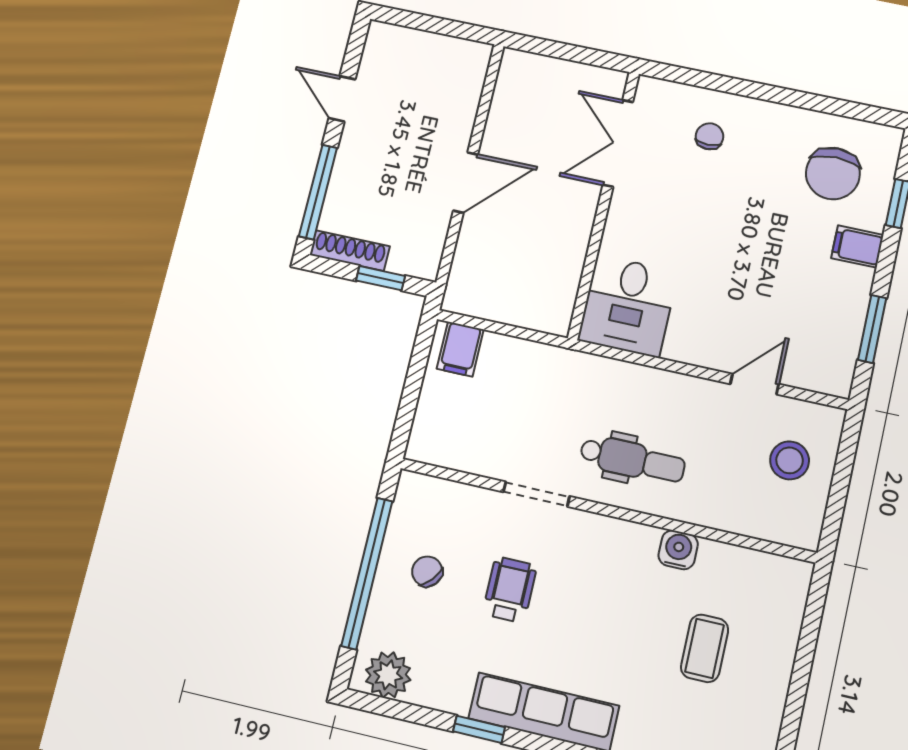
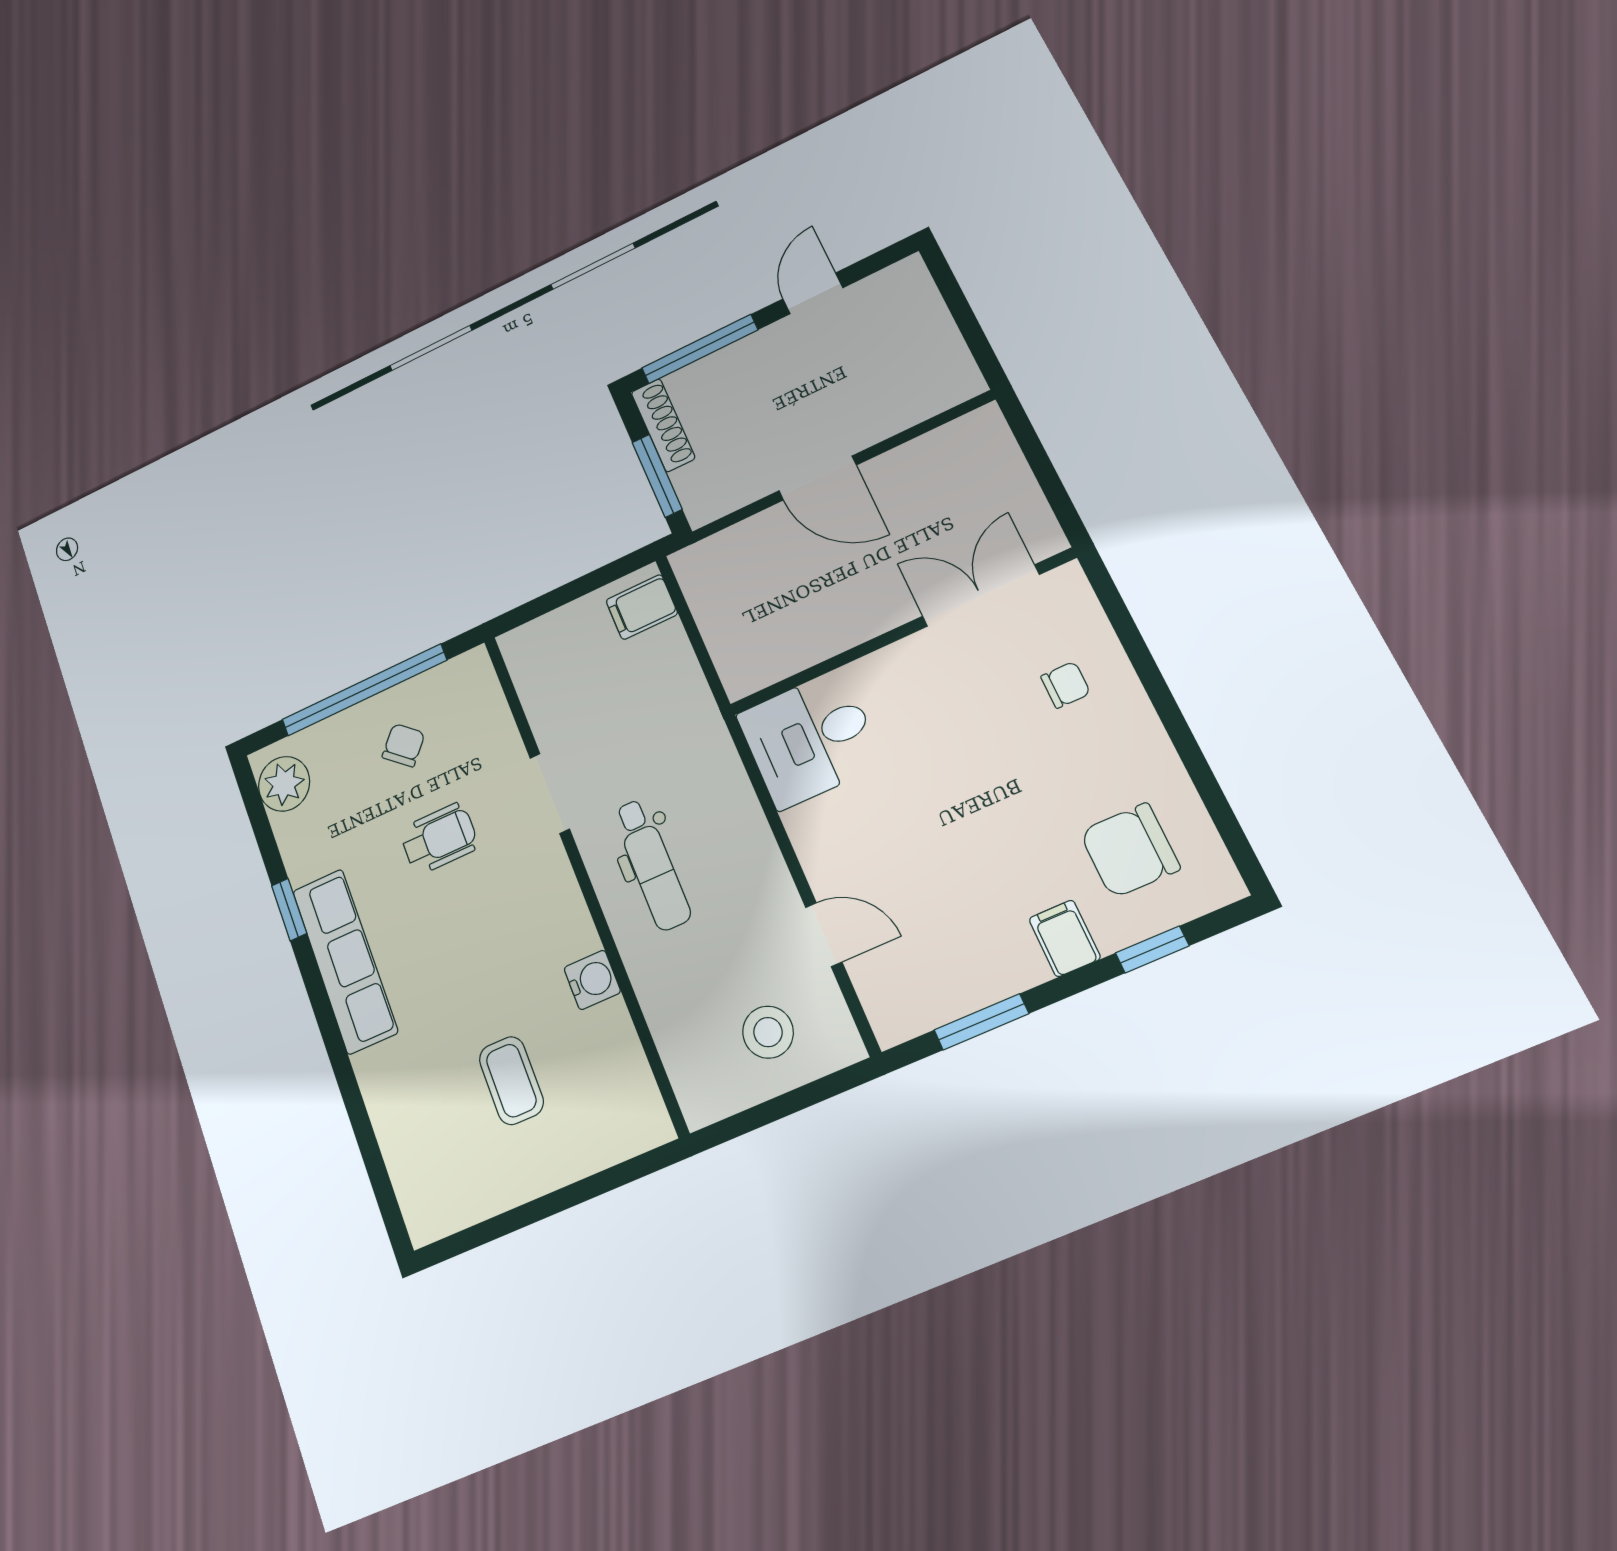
window: (381, 278) -> (657, 476), width x1.50
coffee table: (705, 648) -> (511, 1081), turned 90

